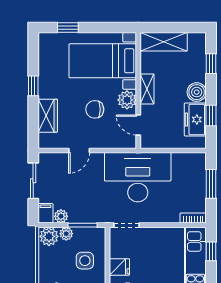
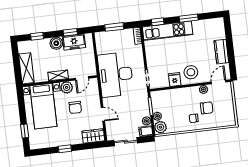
wardrobe: (48, 116) -> (93, 136), moved
side table: (85, 261) -> (173, 102), removed

